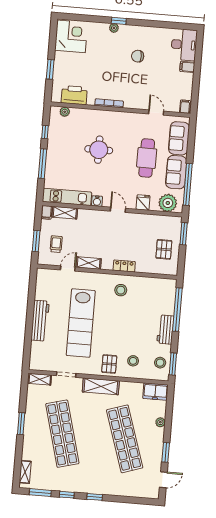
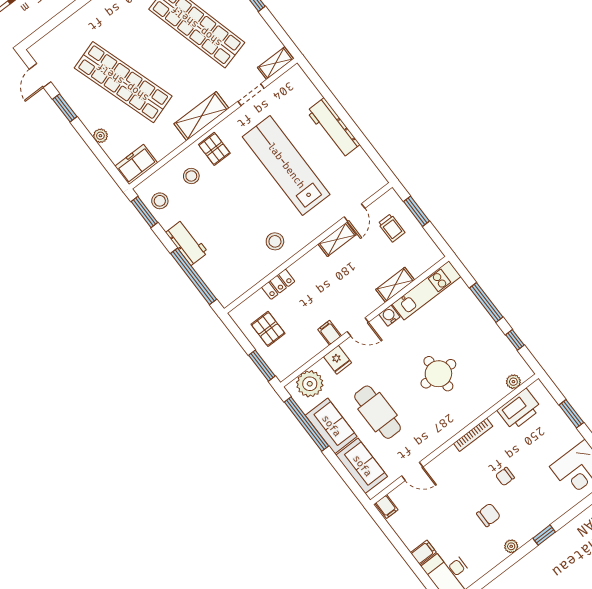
plant: (114, 28) -> (511, 546), moved
chair: (112, 68) -> (505, 477), added
filing cabinet: (46, 212) -> (330, 333), moved
shelving: (65, 213) -> (395, 285), moved
locker: (124, 266) -> (278, 284), moved

